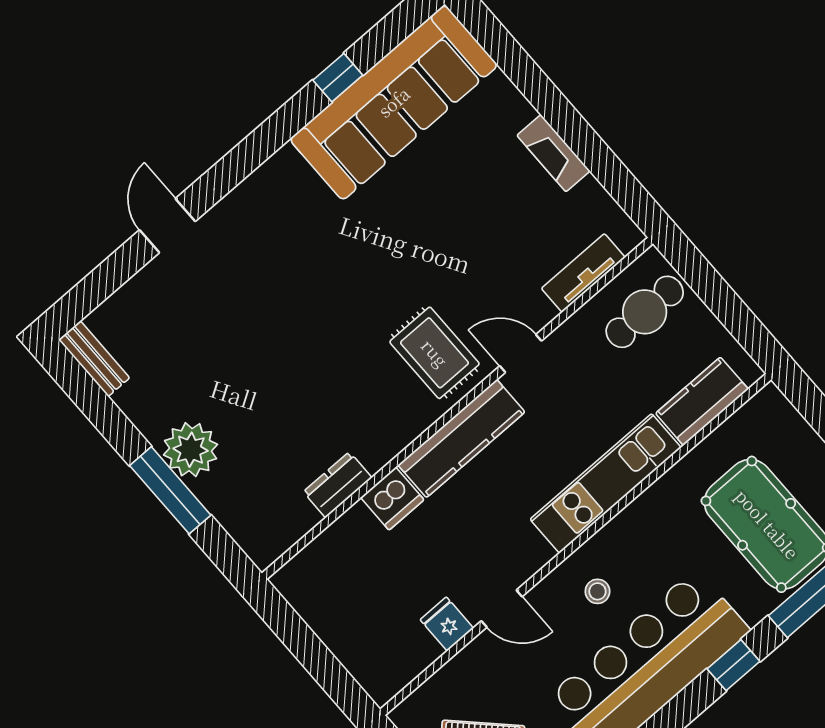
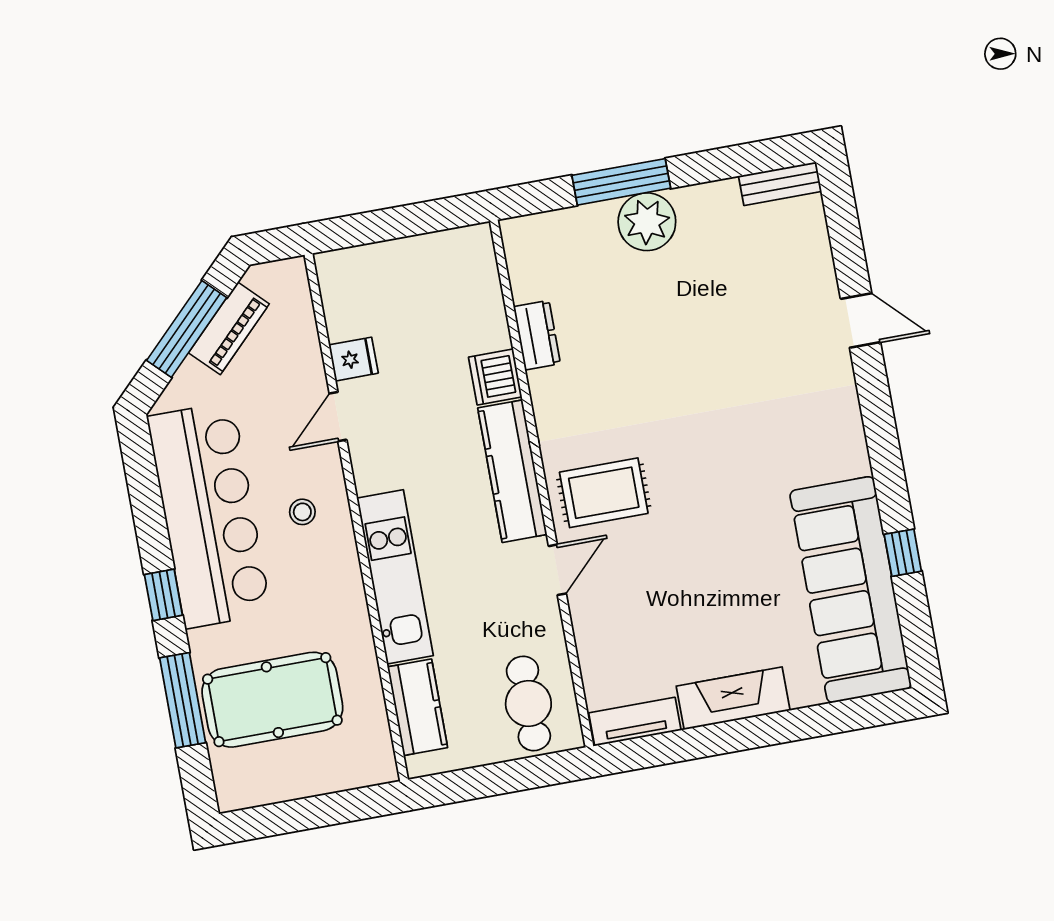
fireplace: (553, 153) -> (733, 698), width x1.37, depth x1.32
tv unit: (583, 273) -> (635, 722), moved, turned -90

